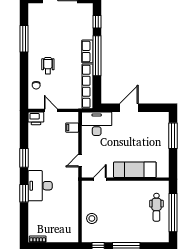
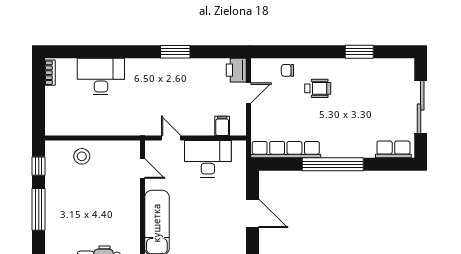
window: (97, 22) -> (386, 164), removed
window: (24, 39) -> (359, 52), width x0.69
row of seats: (87, 51) -> (393, 149), moved
desk: (97, 124) -> (208, 159), moved, turned -90
desk: (40, 186) -> (101, 76), moved
window: (24, 193) -> (121, 52), removed

